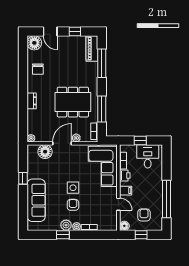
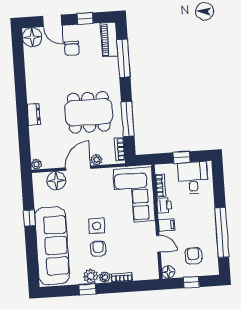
chair: (38, 69) -> (72, 48), moved
sofa: (36, 200) -> (52, 246), width x1.36, depth x1.27

